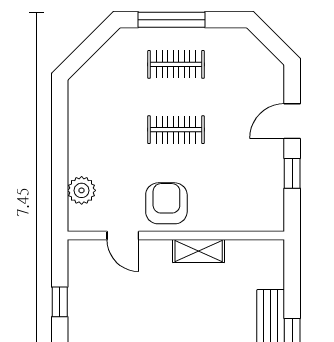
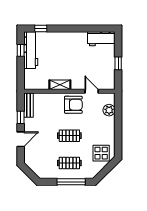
display table: (100, 88) -> (101, 153), added
bench: (273, 202) -> (29, 105), added
armchair: (166, 203) -> (73, 105), turned -90

